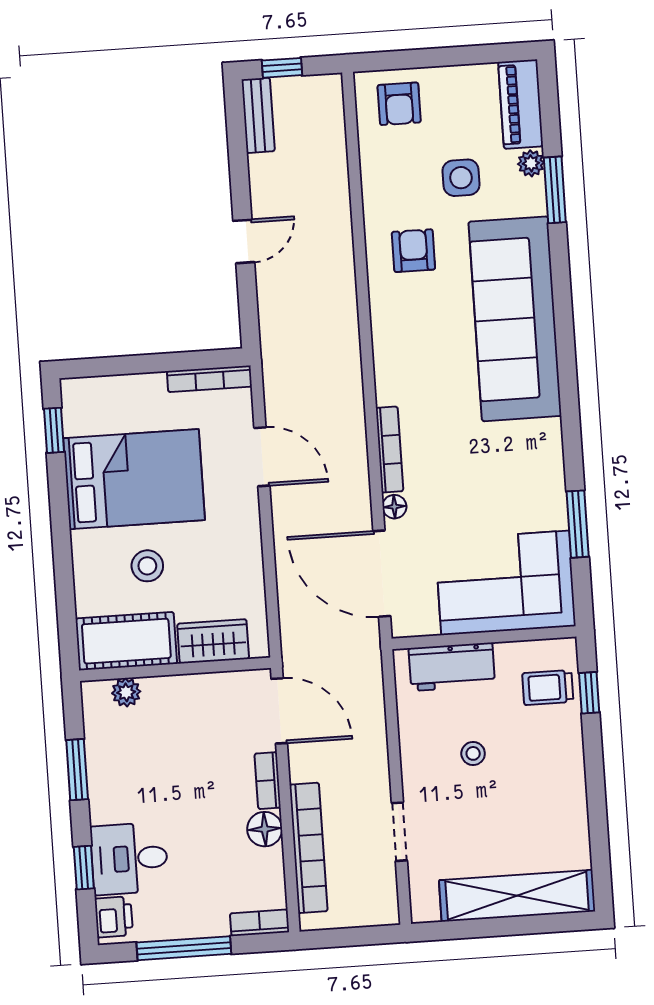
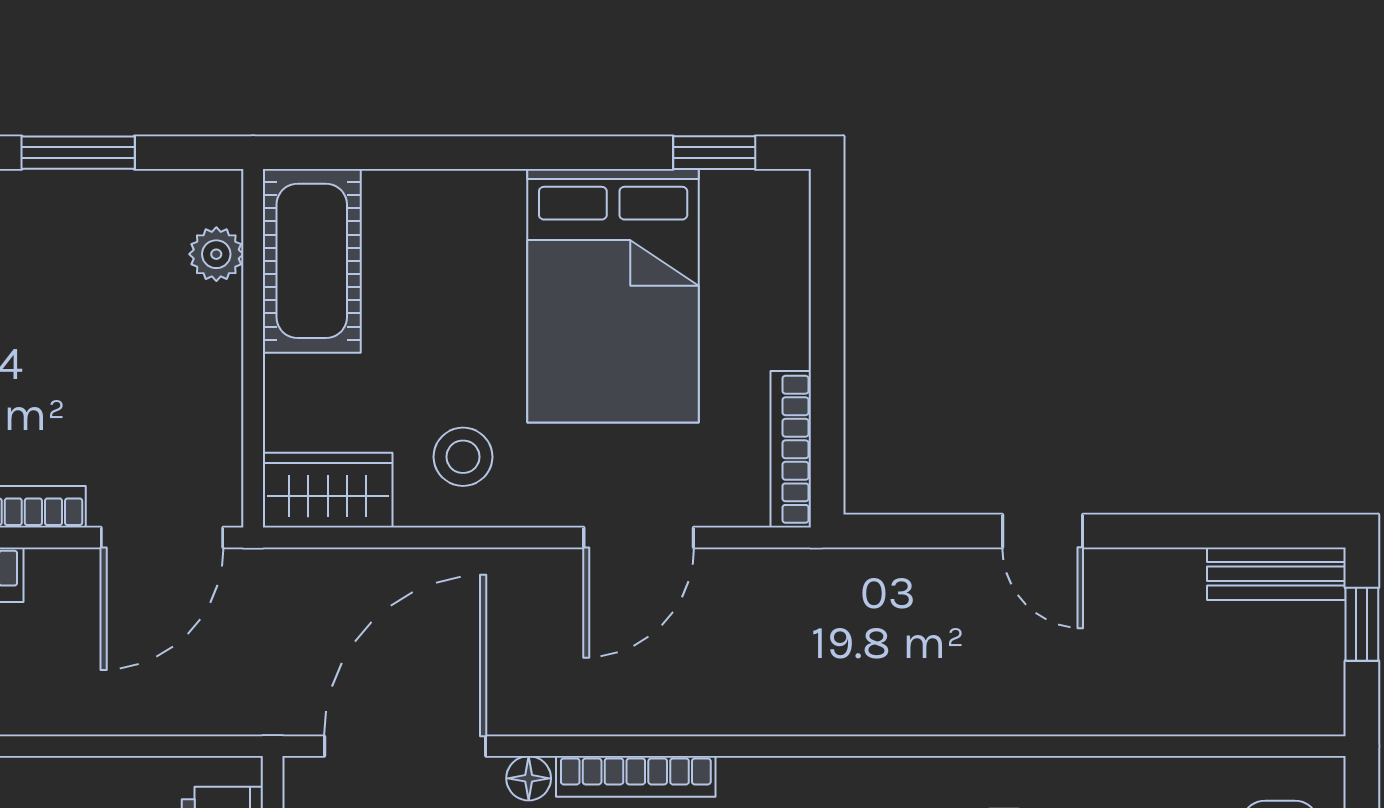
stool: (147, 566) -> (463, 457), moved
wardrobe: (213, 641) -> (328, 490), moved, turned -90

